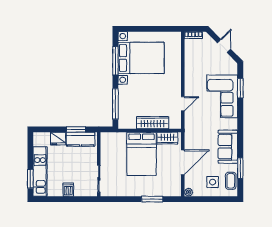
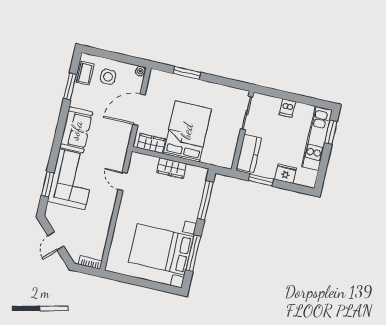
door: (183, 104) -> (123, 181), hinge flipped
wardrobe: (153, 123) -> (172, 168), width x0.67
kitchen counter: (81, 139) -> (249, 153), moved, turned 90
sofa: (228, 147) -> (76, 130), moved

